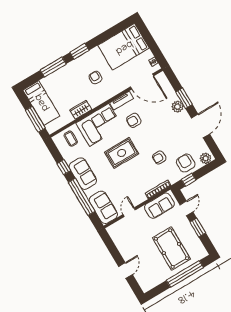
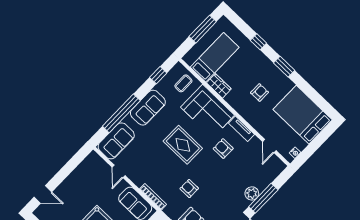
window: (53, 67) -> (258, 42), width x0.46
door: (142, 81) -> (269, 146), width x0.53
window: (184, 98) -> (263, 198), width x1.44
bed: (41, 103) -> (215, 57), moved, turned 180
window: (35, 119) -> (203, 29), moved
window: (64, 167) -> (158, 75), moved
door: (129, 212) -> (119, 171), swing flipped
door: (126, 271) -> (43, 195), moved

